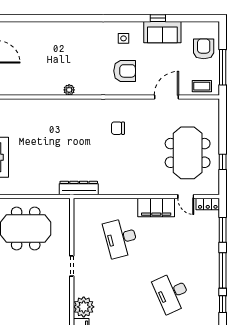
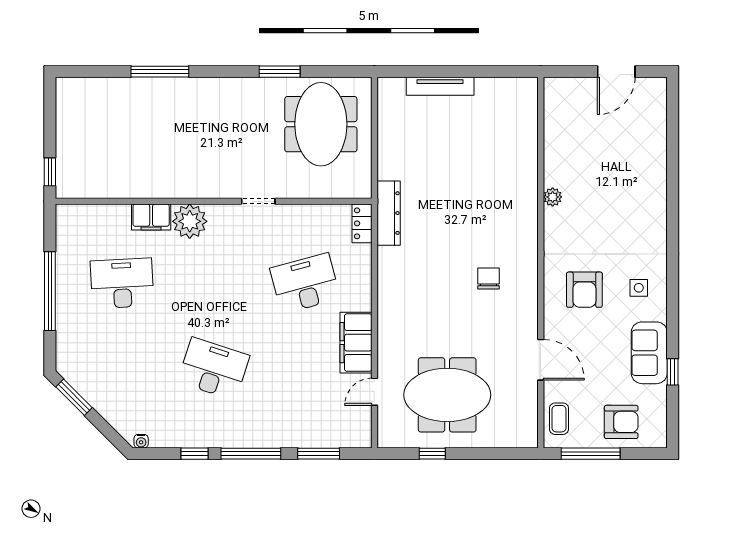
window: (158, 18) -> (673, 372), moved
locker: (208, 204) -> (362, 223), moved
desk: (172, 293) -> (214, 369), turned 42

